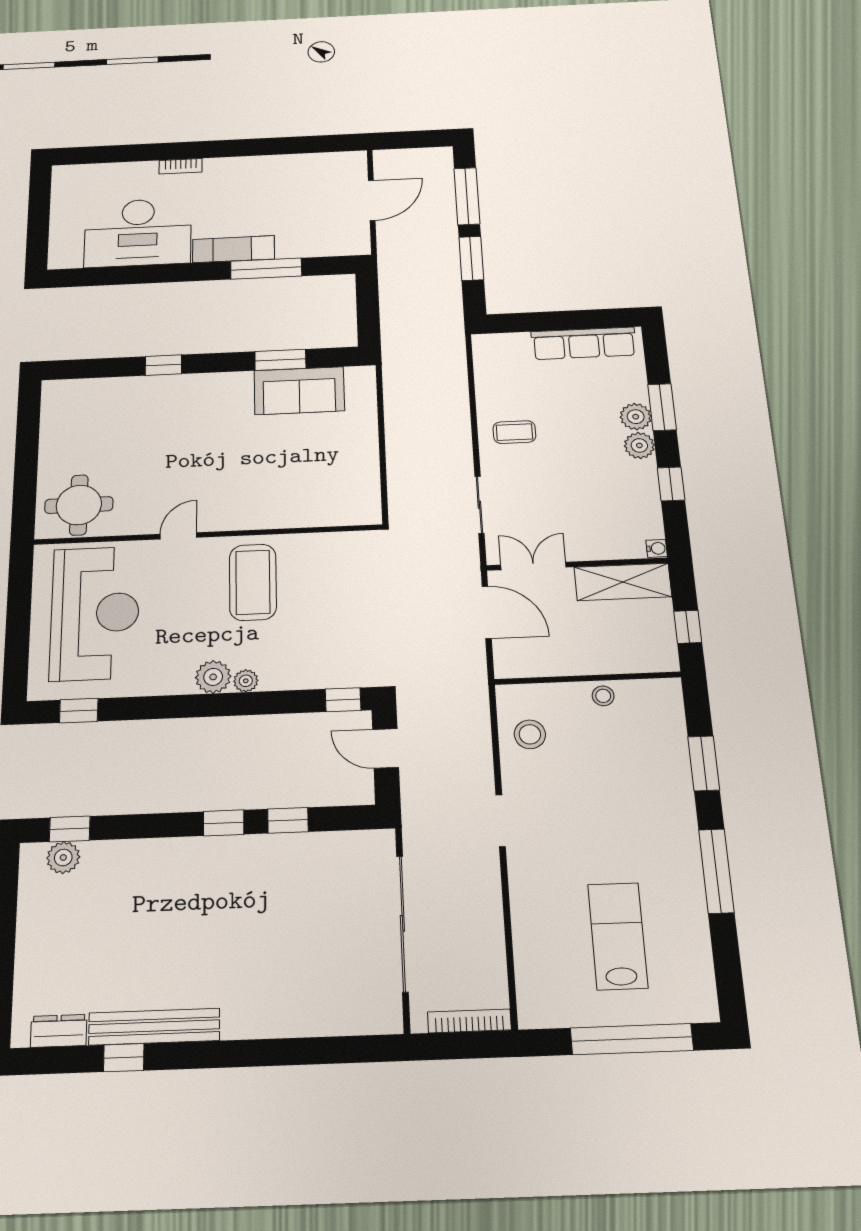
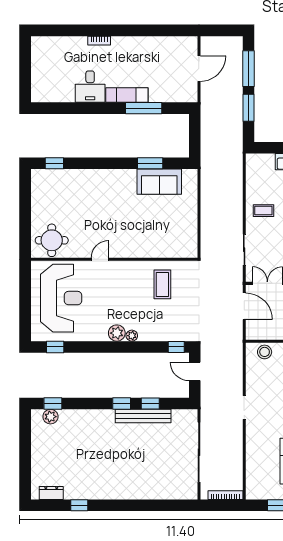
desk: (138, 233) -> (90, 87), width x0.53, depth x0.77
window: (163, 365) -> (54, 163), moved
coffee table: (253, 582) -> (162, 284), moved, width x0.73, depth x0.76
stool: (530, 734) -> (265, 352), moved
bench: (154, 1027) -> (143, 416), moved

